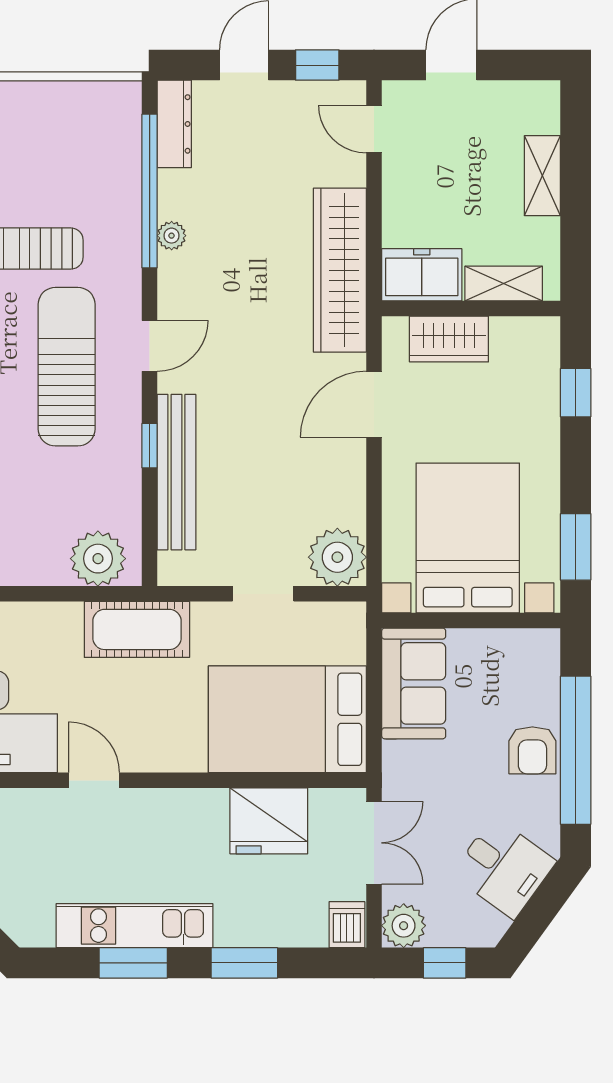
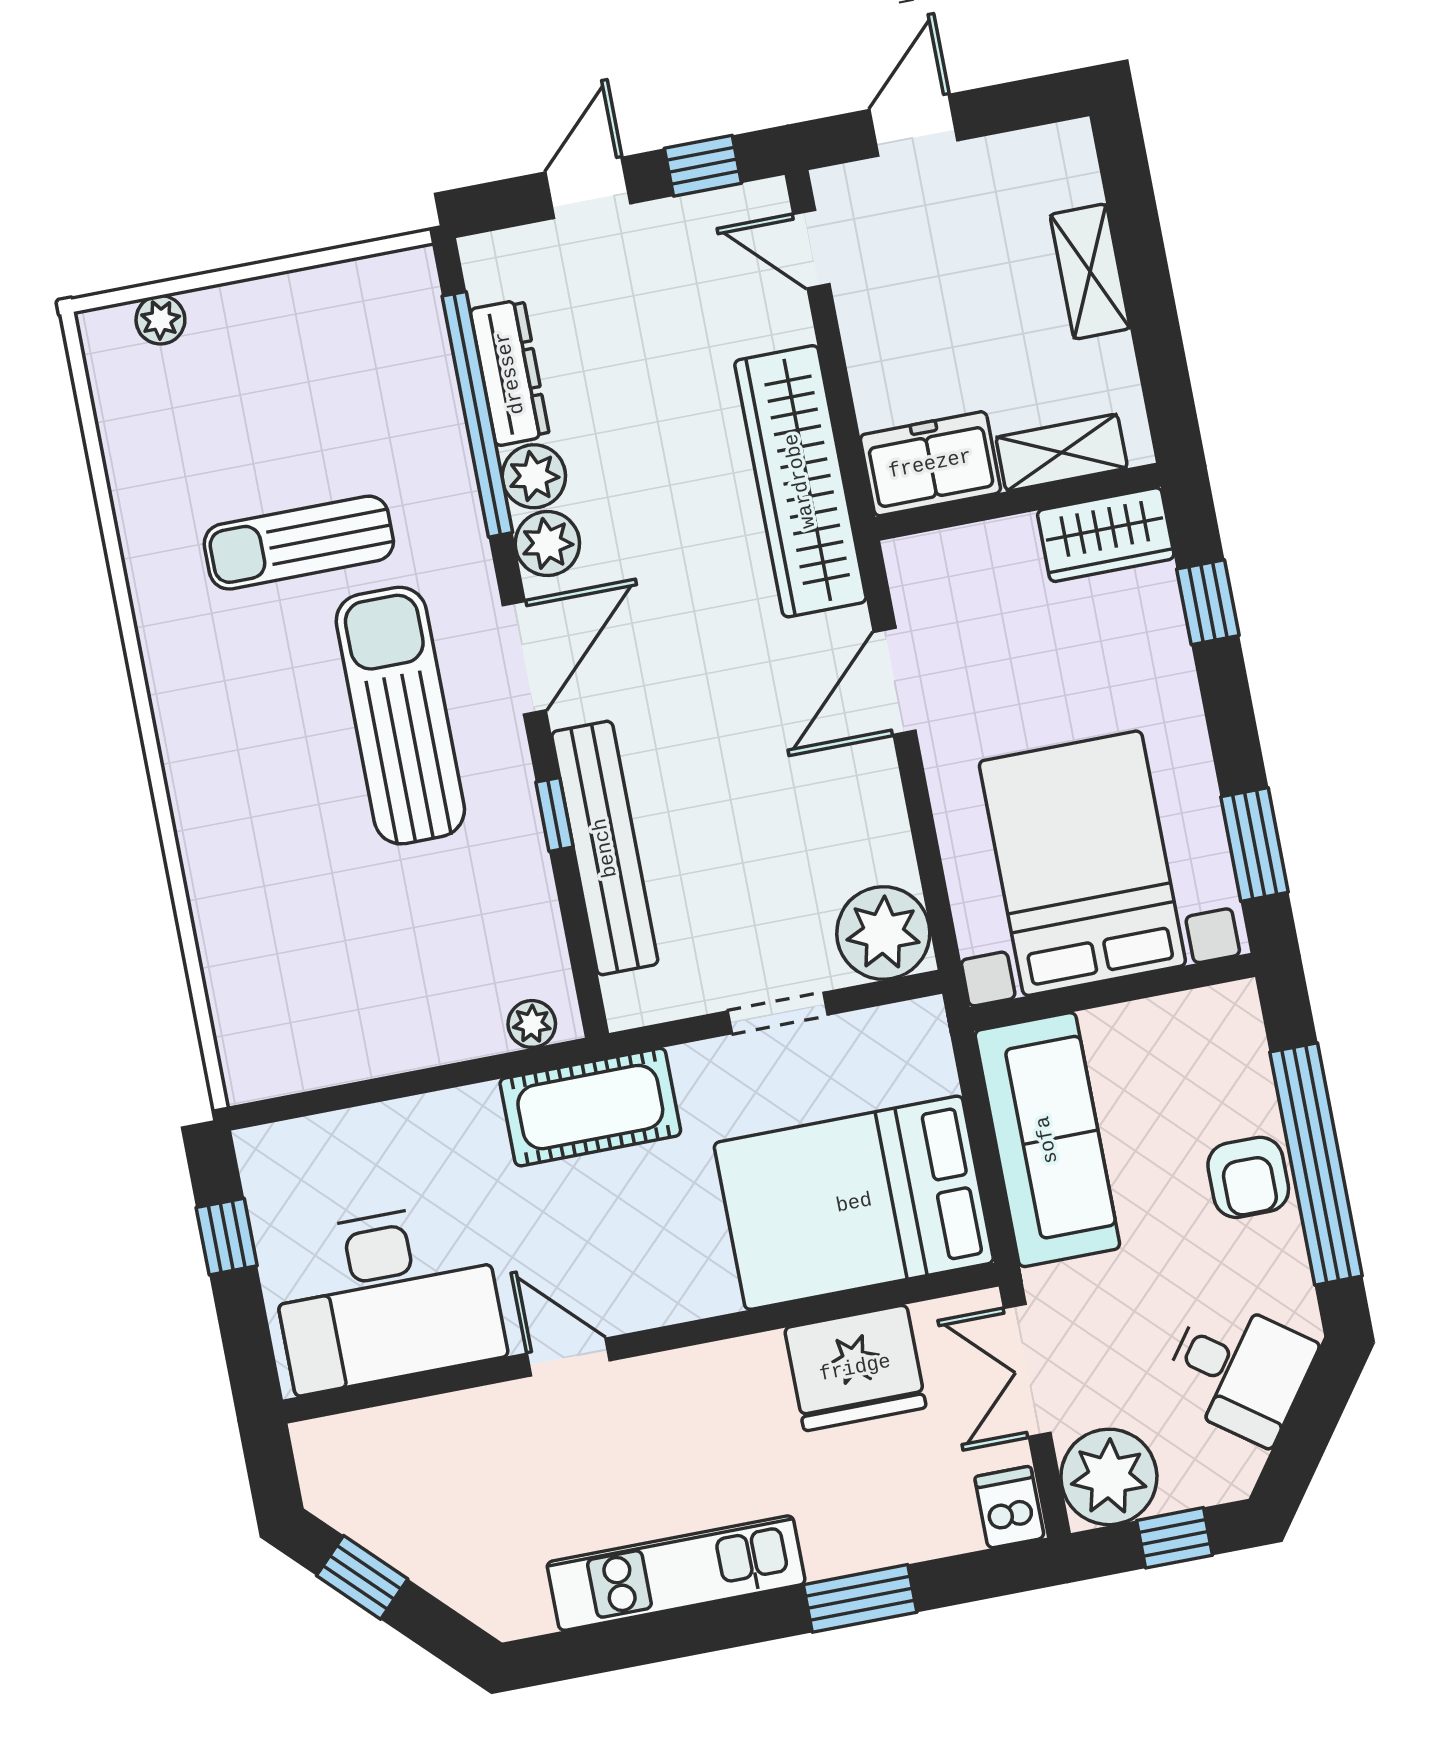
dresser: (174, 124) -> (510, 373), moved
plant: (172, 236) -> (534, 476), width x1.38, depth x1.38
plant: (177, 278) -> (547, 543), added
wardrobe: (449, 339) -> (1106, 535), moved
door: (150, 346) -> (524, 658), width x1.38
plant: (98, 559) -> (532, 1024), width x0.53, depth x0.53
sofa: (414, 683) -> (1047, 1140), width x1.36
double door: (374, 843) -> (1027, 1370), swing flipped
plant: (404, 926) -> (1109, 1477), width x1.36, depth x1.36
window: (133, 963) -> (685, 1632), removed

